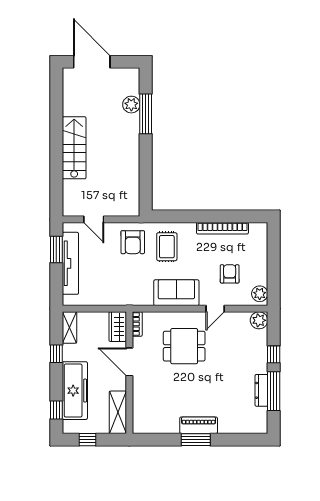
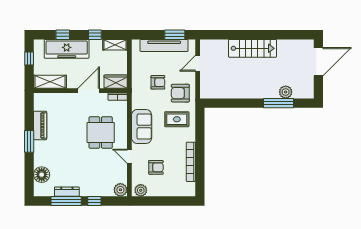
armchair: (119, 271) -> (158, 82), added
window: (56, 410) -> (63, 35), moved
floor lamp: (239, 423) -> (42, 175), added
piano: (199, 425) -> (40, 125), moved

